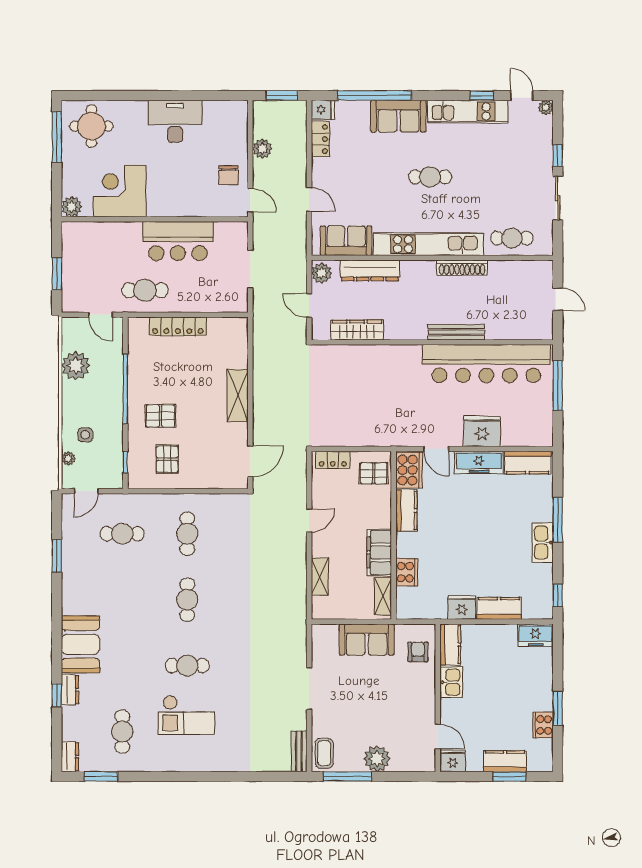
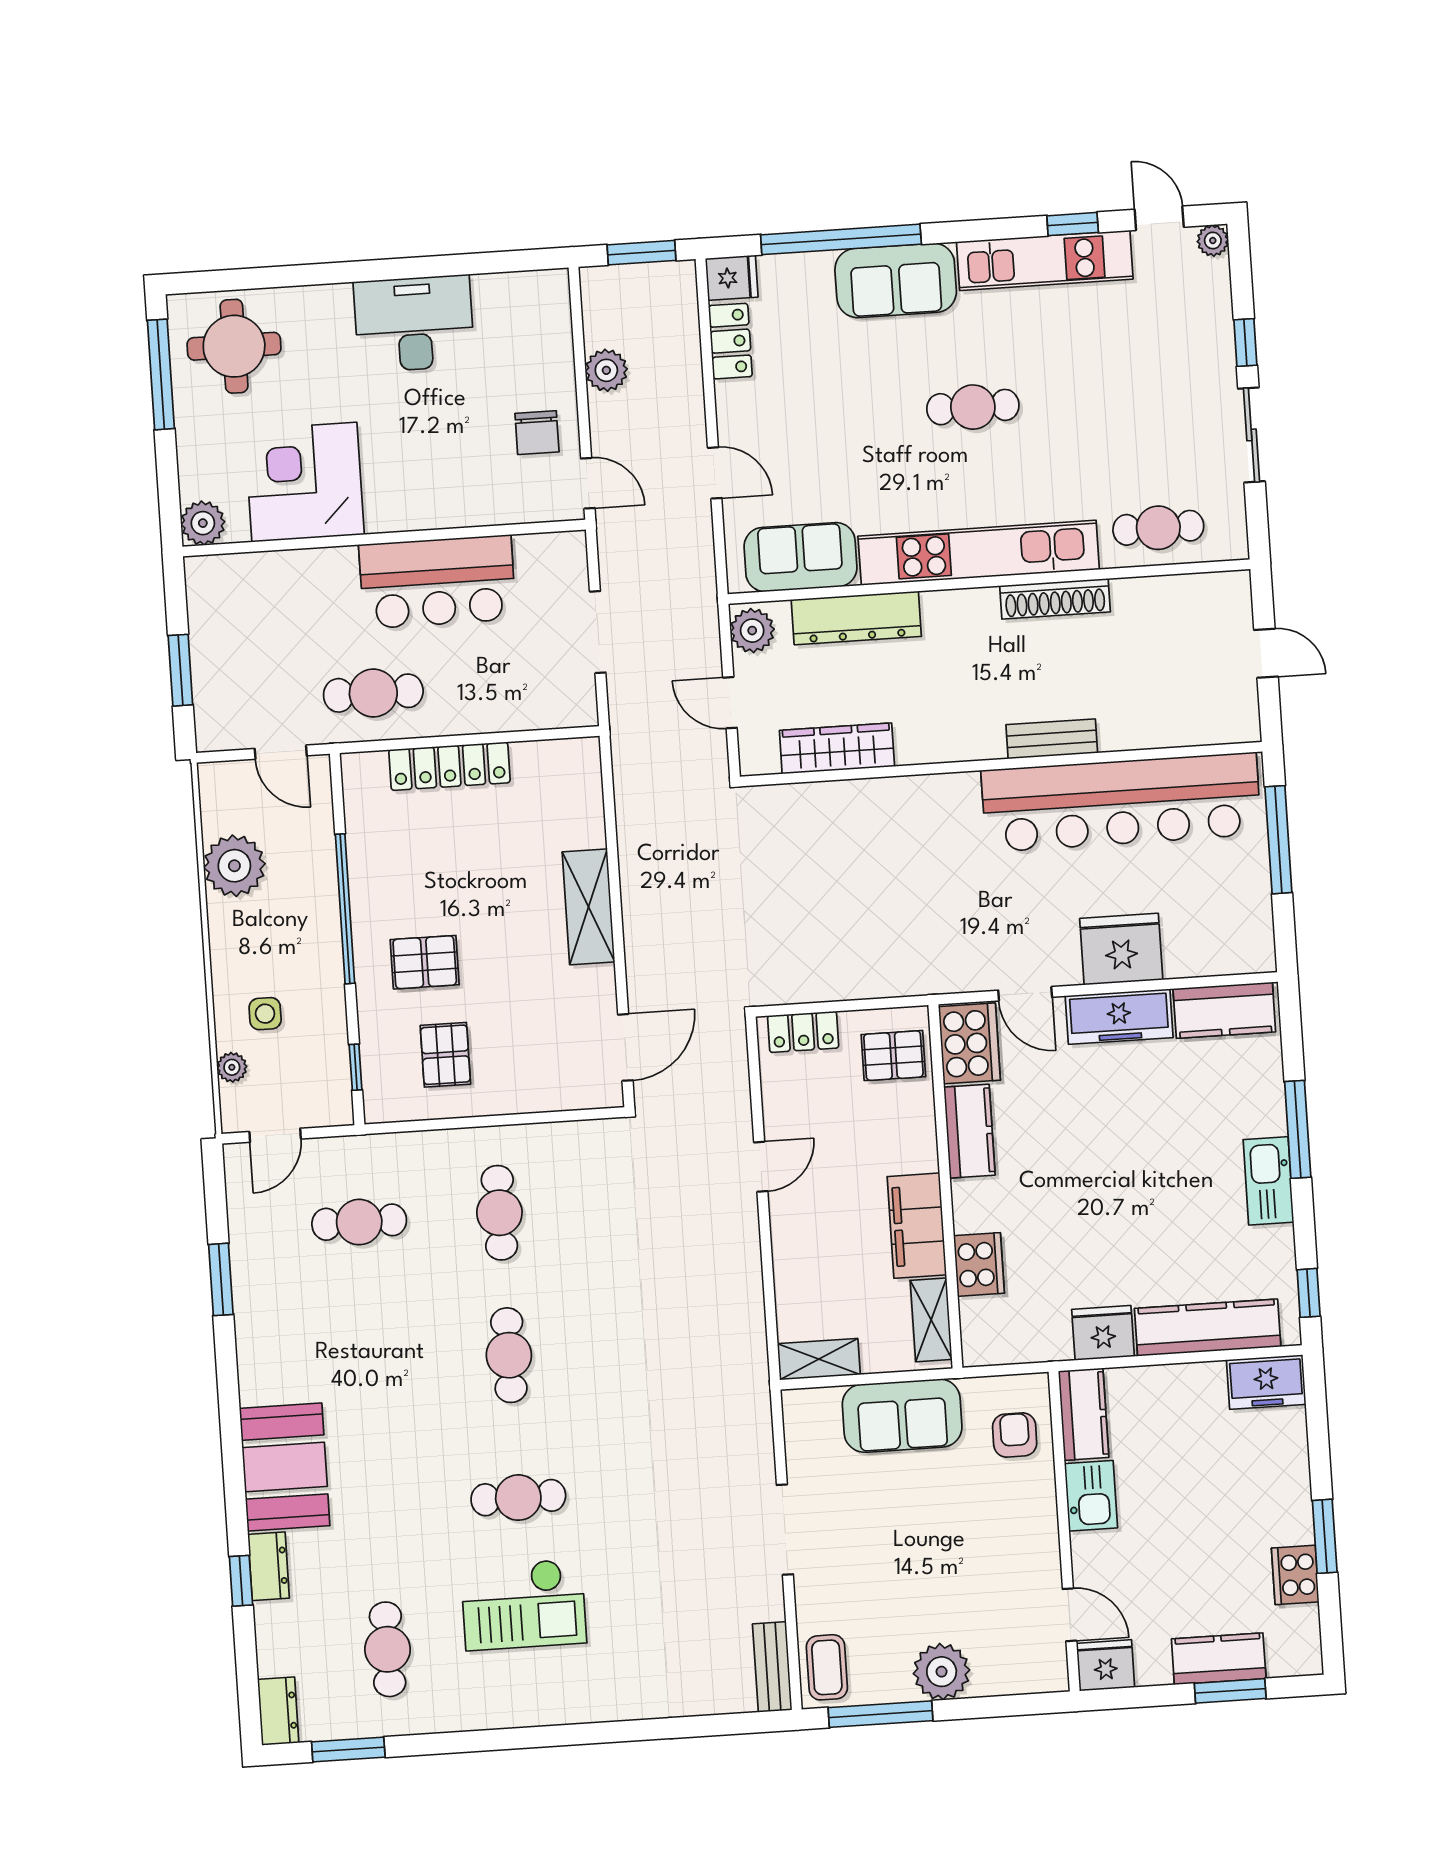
bench: (456, 332) -> (1052, 739), width x0.73
shelving: (320, 576) -> (819, 1359), moved, turned 90
kitchen counter: (499, 608) -> (1208, 1328), width x1.50

